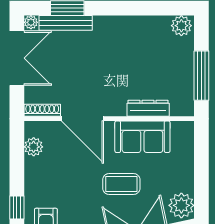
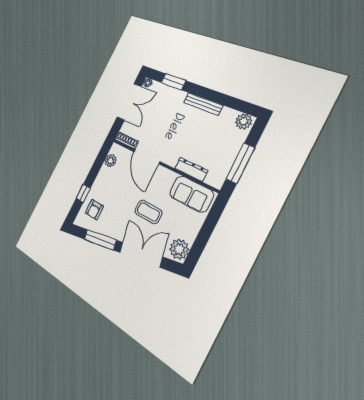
bench: (66, 23) -> (203, 104), moved
sofa: (142, 137) -> (191, 194), moved

